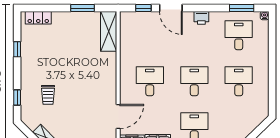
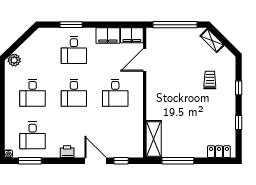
window: (82, 8) -> (178, 161), width x1.44
window: (17, 97) -> (239, 88), moved
plant: (258, 116) -> (14, 60), added

